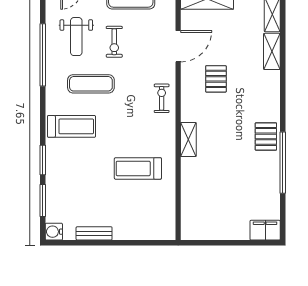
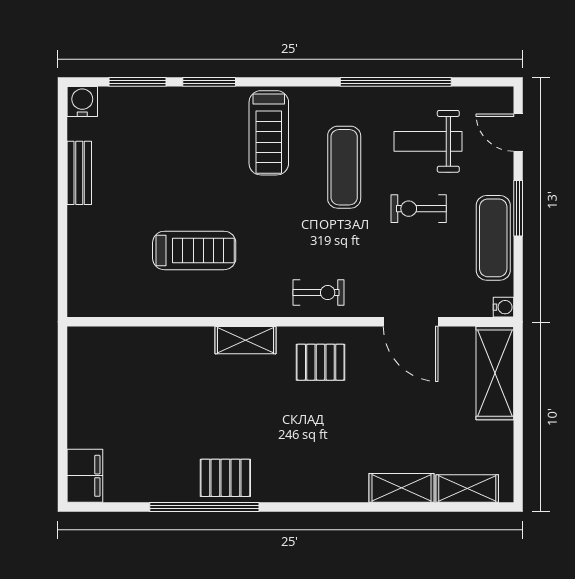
pallet: (216, 79) -> (321, 362), moved
pallet: (266, 136) -> (225, 478), moved
treadmill: (138, 168) -> (194, 250), turned 90

